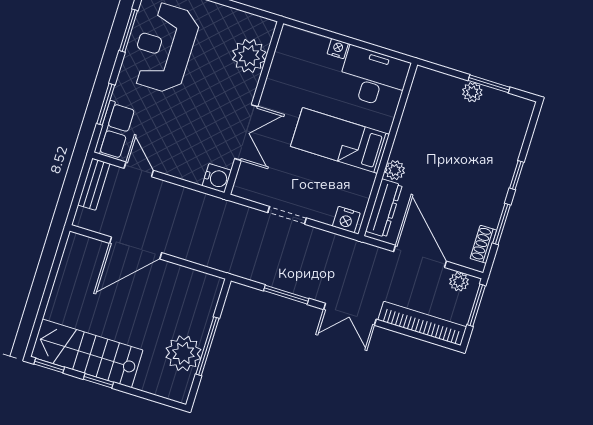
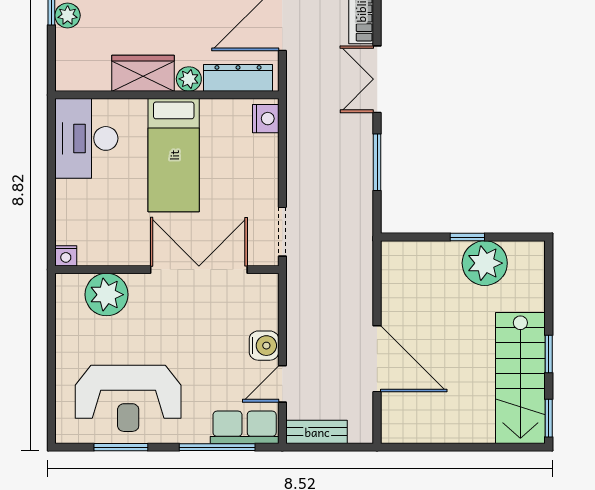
nightstand: (338, 49) -> (66, 256), moved, turned -90
window: (106, 104) -> (217, 447), width x1.44
double door: (246, 133) -> (199, 270), width x1.37
wardrobe: (410, 136) -> (143, 73), added
water cooler: (217, 178) -> (264, 346), moved, turned 90
doorway: (287, 215) -> (282, 232), moved
double door: (350, 314) -> (377, 79), swing flipped
window: (207, 346) -> (467, 237), width x0.46

